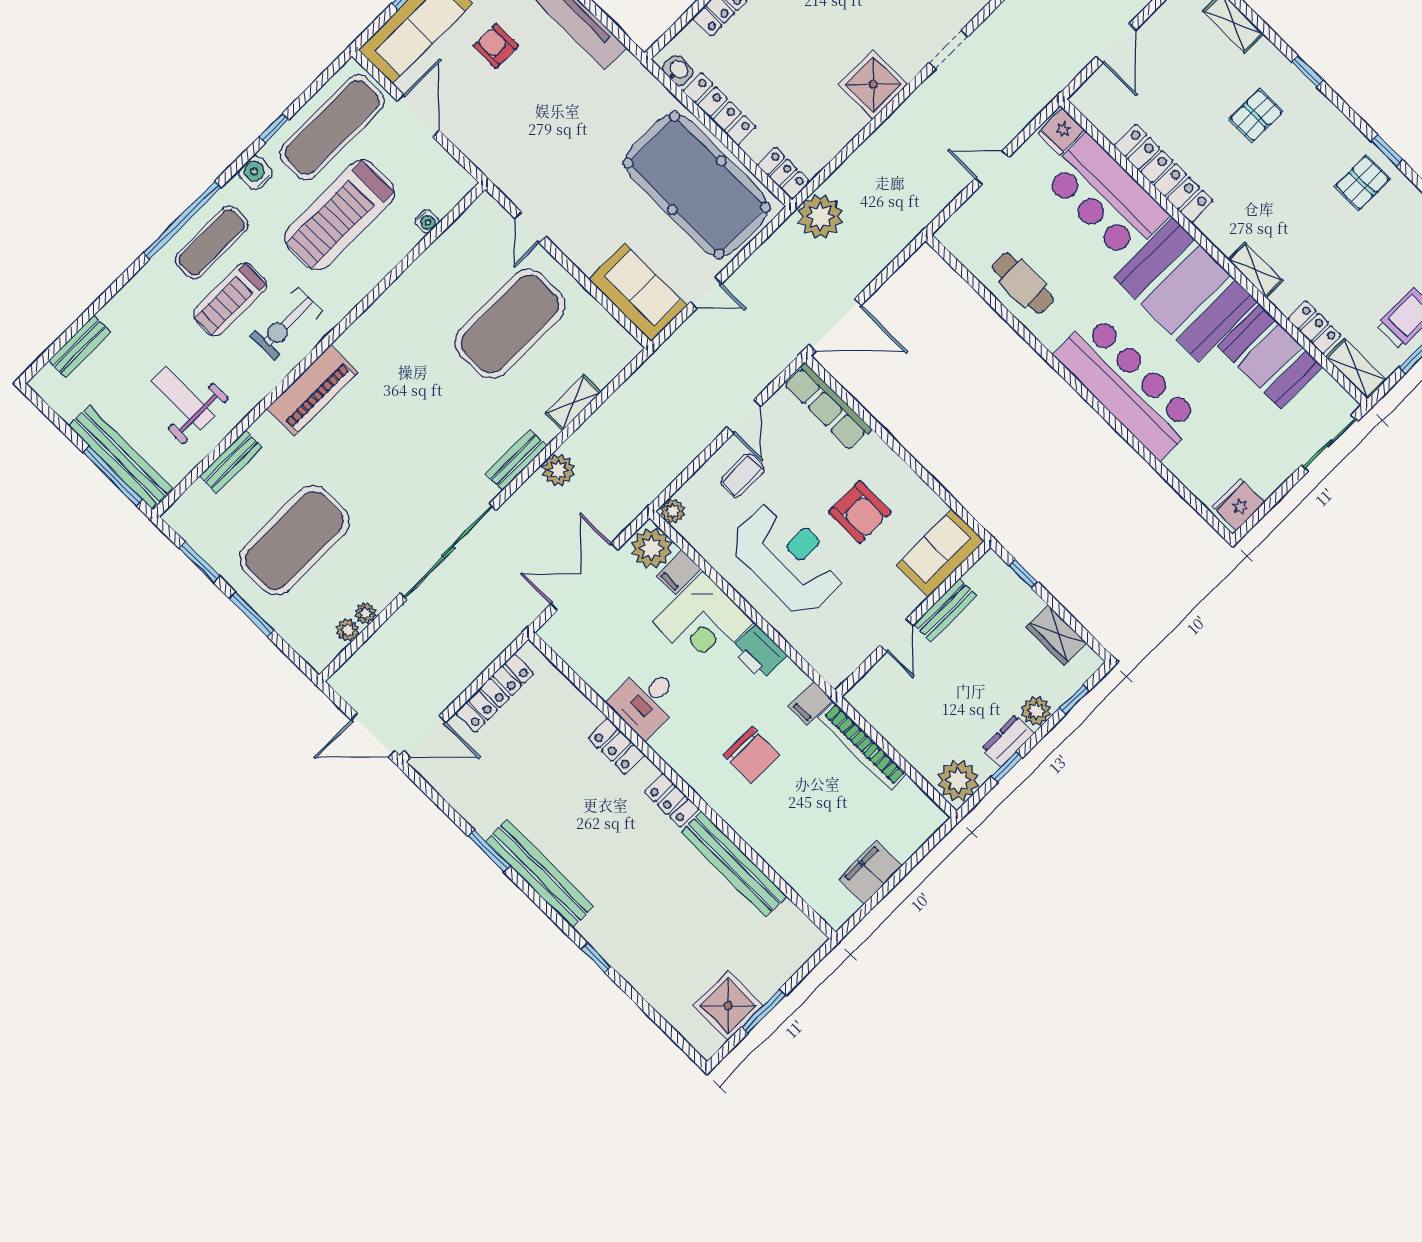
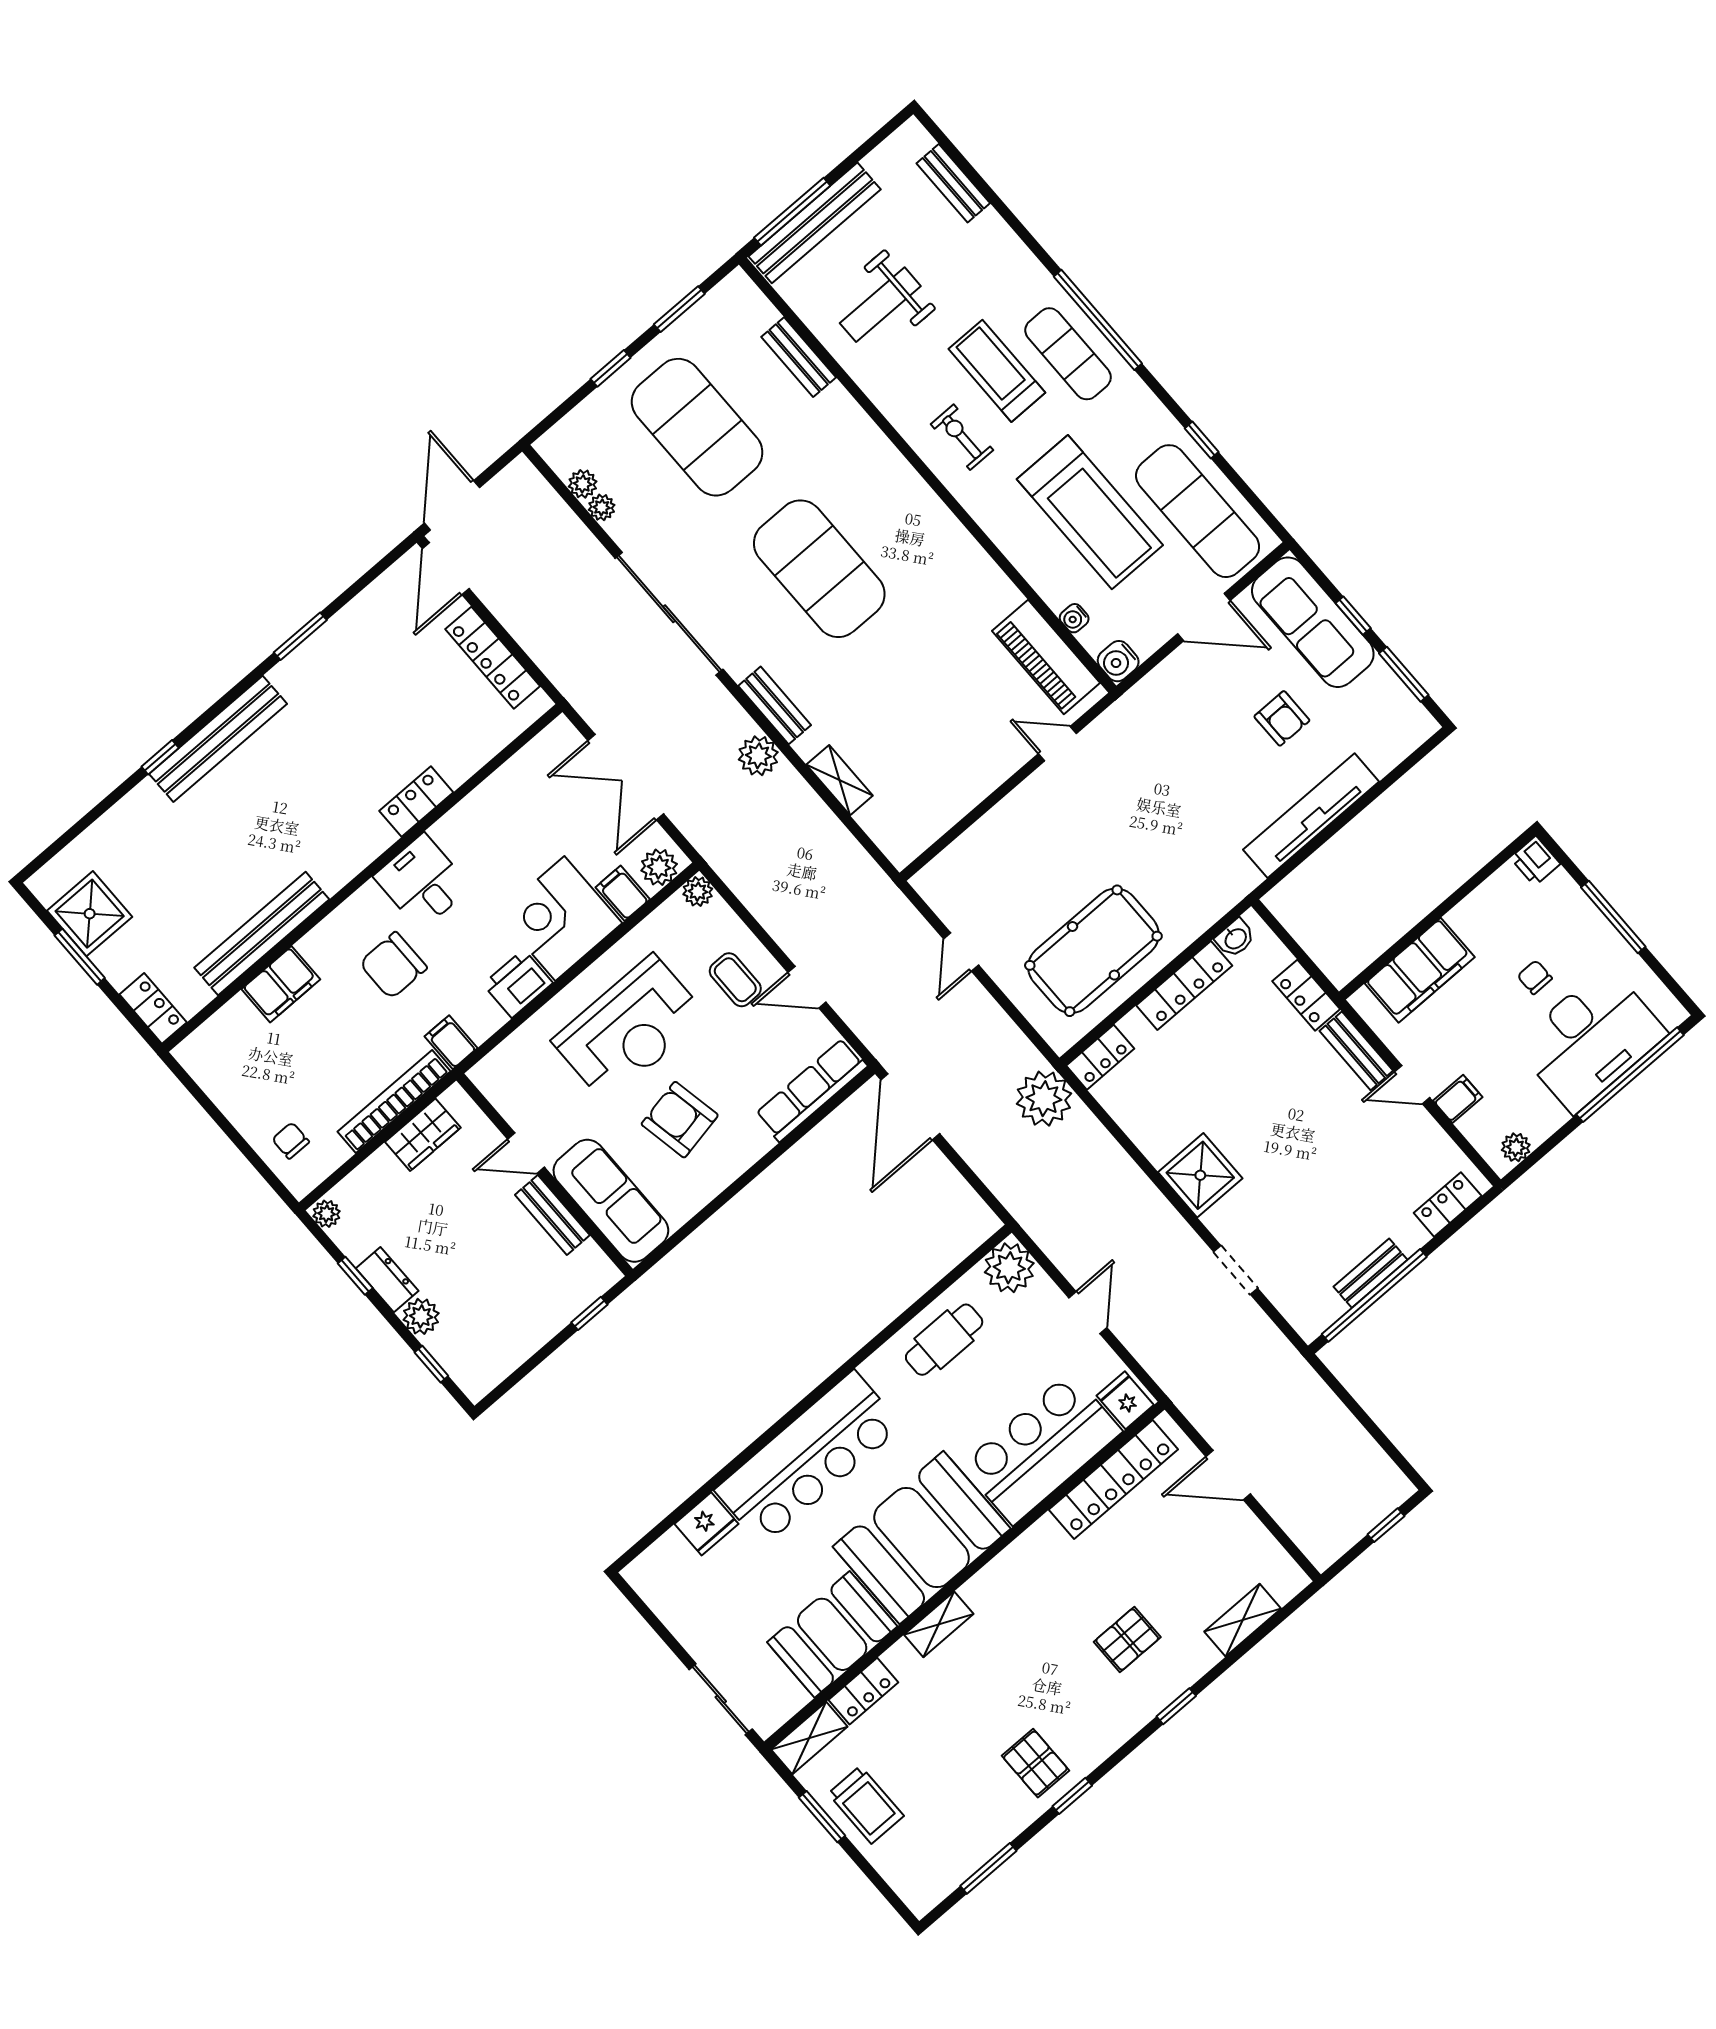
armchair: (496, 46) -> (1282, 718), turned 90
pallet: (1256, 115) -> (1127, 1639), turned 90
water cooler: (256, 173) -> (1118, 661), moved, turned 180
locker: (1164, 173) -> (1113, 1479), moved
pool table: (697, 185) -> (1093, 951), width x0.73, depth x0.76
treadmill: (339, 215) -> (1090, 512), turned 180
plant: (960, 234) -> (1009, 1268), added
sofa: (638, 292) -> (968, 869), removed
exercise bike: (286, 324) -> (962, 437), width x0.73, depth x0.72
exercise mat: (510, 324) -> (819, 569), moved
piano: (312, 390) -> (1046, 657), moved
weight bench: (183, 399) -> (880, 305), turned 180
fridge: (1238, 505) -> (706, 1524), moved, turned 90
armchair: (860, 512) -> (680, 1120), turned 79
plant: (651, 548) -> (659, 867), width x0.73, depth x0.73
sofa: (940, 553) -> (611, 1201), width x1.36
double door: (584, 577) -> (626, 777), swing flipped
window: (252, 614) -> (611, 368), width x0.67
wardrobe: (1056, 635) -> (423, 1135), moved, turned 180
desk: (646, 701) -> (422, 882), moved
plant: (958, 780) -> (327, 1214), width x0.53, depth x0.53
locker: (672, 800) -> (153, 1008), moved, turned 90
chair: (901, 828) -> (291, 1141), added
filing cabinet: (871, 872) -> (281, 984), moved, turned 90
bench: (540, 874) -> (218, 739), moved

